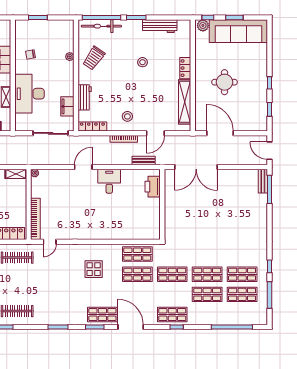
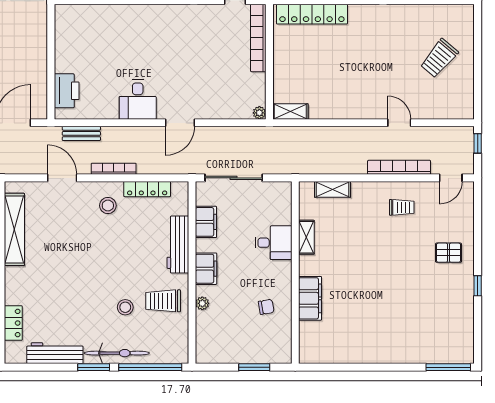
bicycle: (101, 26) -> (117, 353), moved
trolley: (94, 58) -> (163, 301), turned -125
stool: (142, 62) -> (125, 307), moved
locker: (185, 68) -> (13, 323), moved
filing cabinet: (67, 78) -> (206, 269), added
desk: (30, 94) -> (273, 243), width x0.53, depth x0.77
workbench: (85, 97) -> (178, 245), width x1.37
locker: (92, 127) -> (147, 189), moved
door: (155, 133) -> (62, 178), hinge flipped

